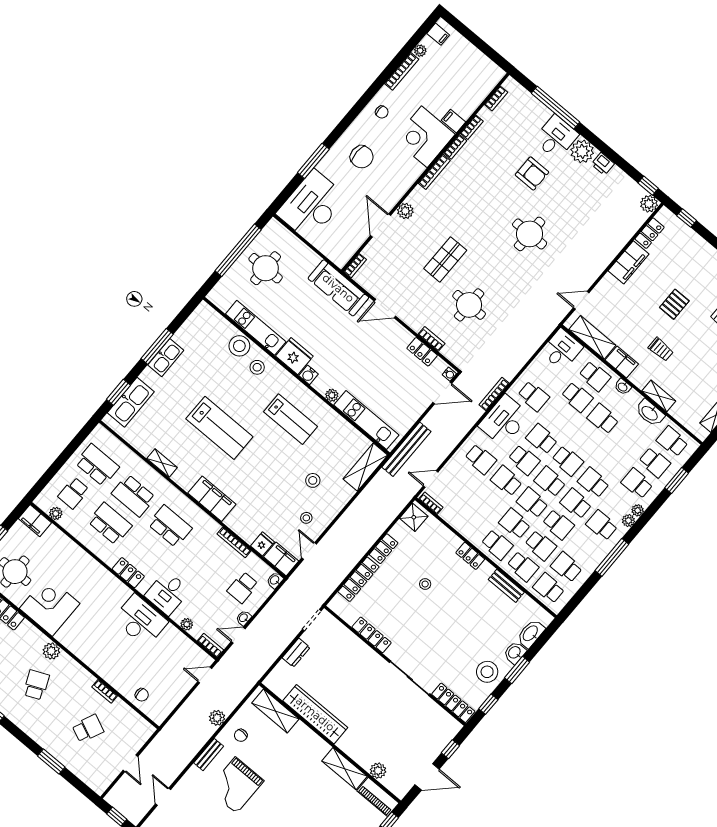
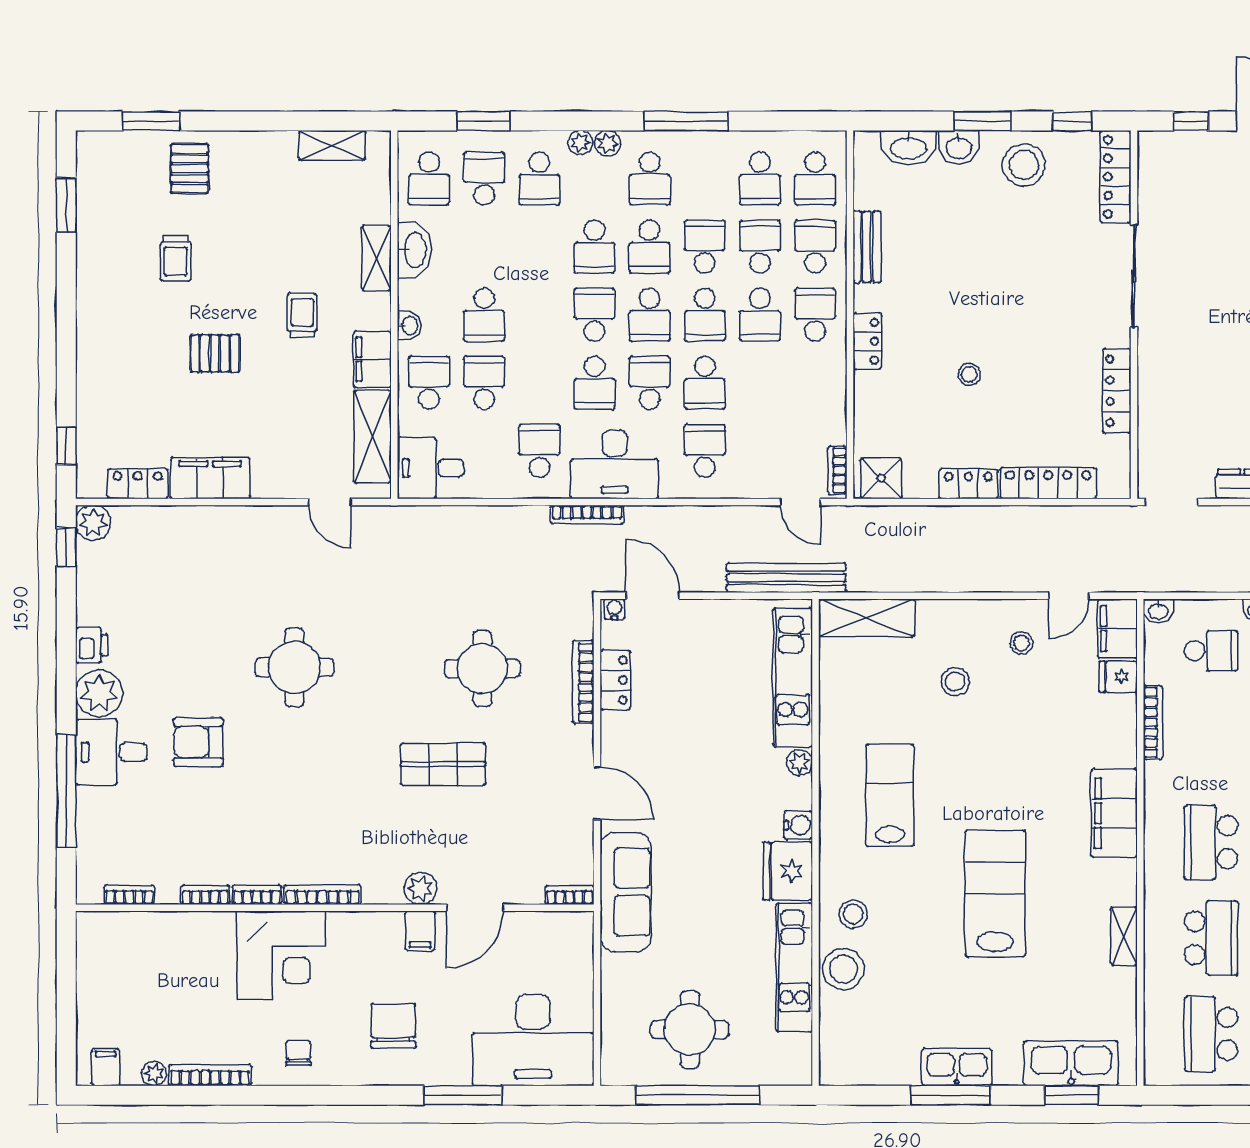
filing cabinet: (453, 121) -> (420, 931), moved
armchair: (532, 173) -> (198, 742), turned -90
bookcase: (432, 339) -> (583, 682), width x1.56

